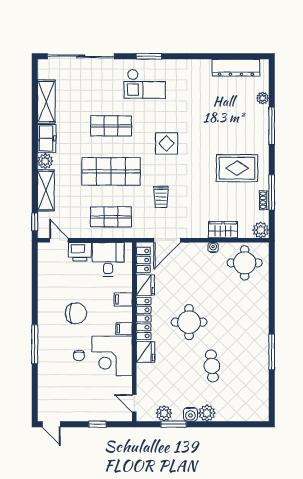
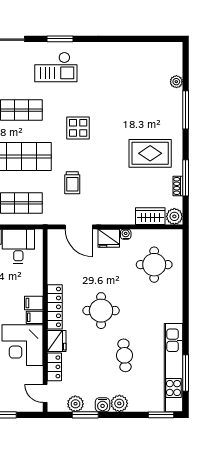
dresser: (236, 68) -> (149, 51), removed
wardrobe: (223, 230) -> (150, 216), moved
door: (167, 240) -> (79, 227), hinge flipped
locker: (143, 260) -> (54, 367), moved
round table: (245, 263) -> (154, 265), moved
fridge: (145, 285) -> (109, 238), moved, turned 90
filing cabinet: (123, 299) -> (34, 303), moved
window: (272, 352) -> (186, 373), moved
kitchen unit: (260, 378) -> (173, 368), added
window: (248, 424) -> (161, 415), added

